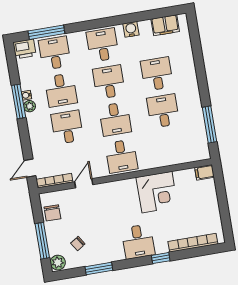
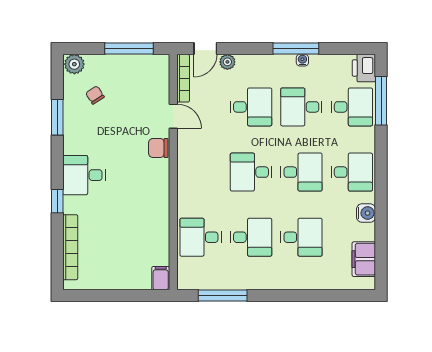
plant: (30, 106) -> (227, 62), moved
desk: (121, 156) -> (201, 237), moved
door: (30, 168) -> (205, 49), swing flipped
corner desk: (157, 192) -> (145, 211), removed
chair: (52, 213) -> (158, 148), moved
window: (42, 241) -> (129, 49), moved

